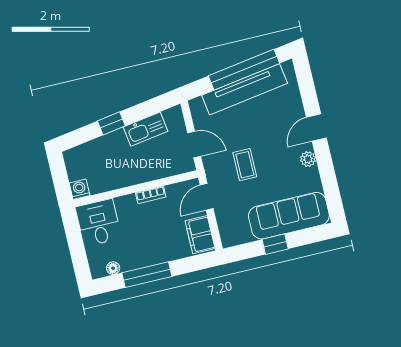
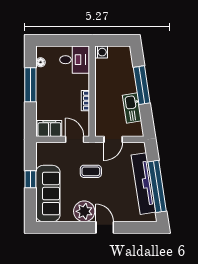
window: (111, 123) -> (142, 85), width x2.17
plant: (308, 159) -> (84, 211), width x1.87, depth x1.87

